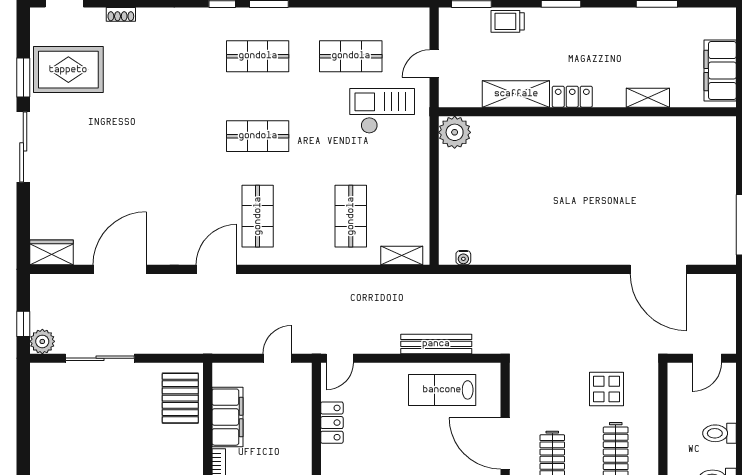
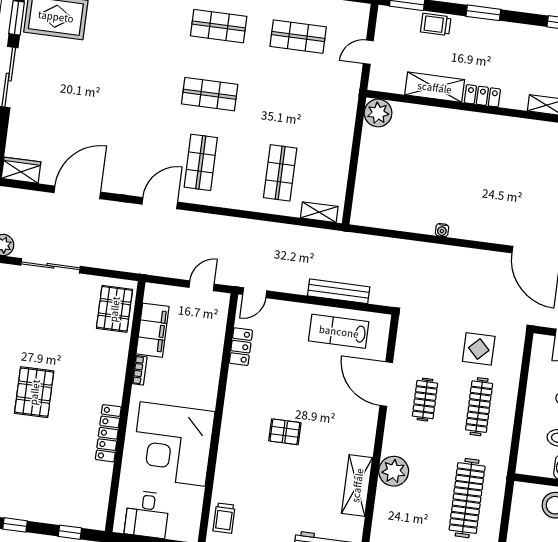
checkout: (382, 111) -> (319, 87), removed
water cooler: (463, 258) -> (442, 230), moved

